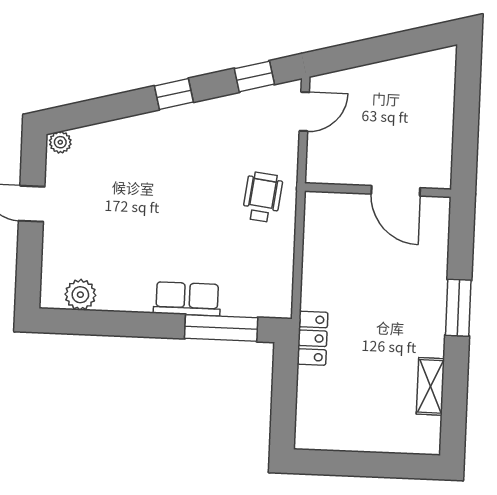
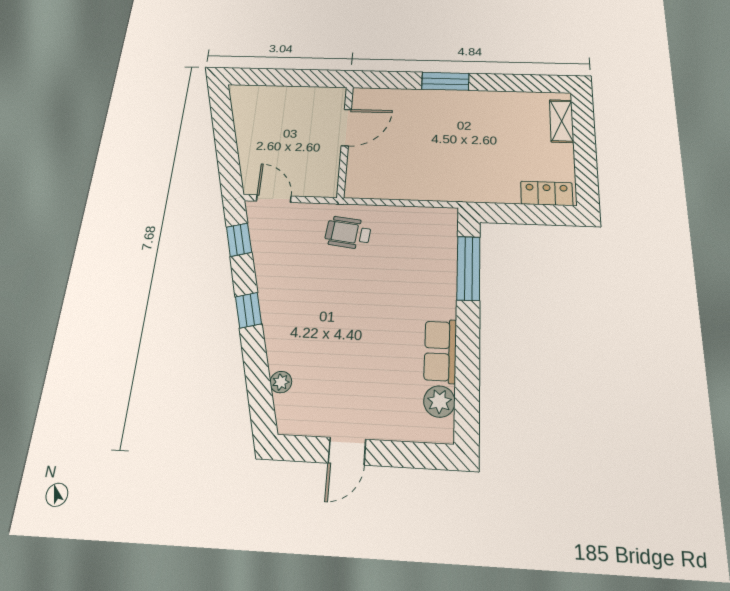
plant: (60, 142) -> (281, 382), moved
row of seats: (187, 299) -> (440, 351), moved
locker: (313, 338) -> (547, 193), moved
shelving: (430, 386) -> (562, 121), moved, turned 90

